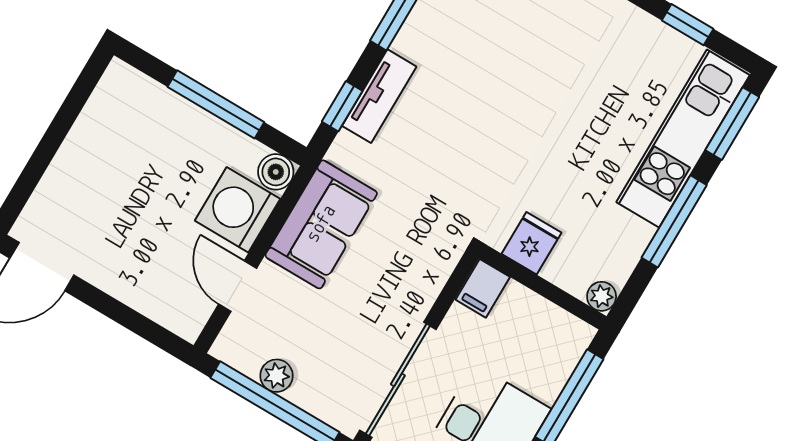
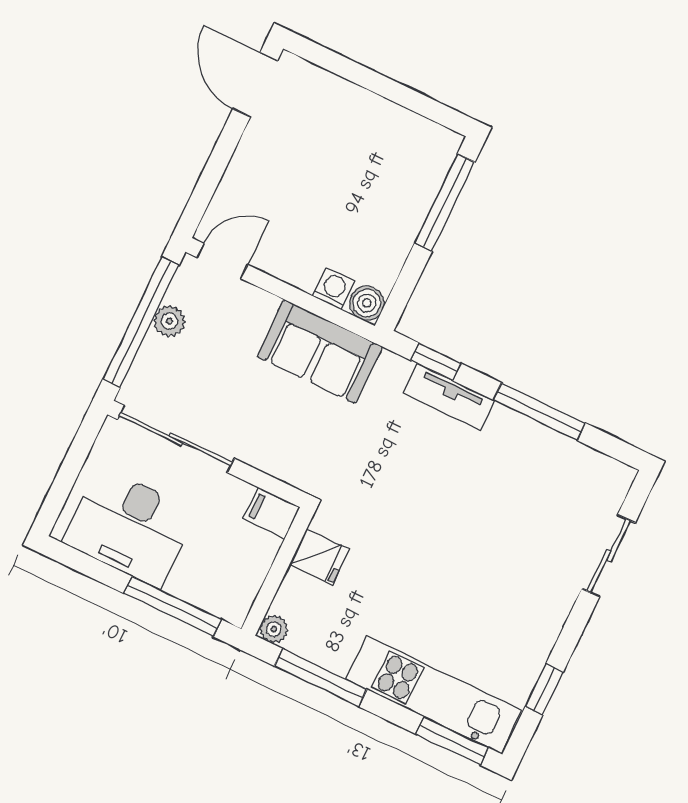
window: (216, 104) -> (445, 203), moved
washing machine: (238, 210) -> (333, 288), width x0.53, depth x0.53
window: (674, 221) -> (321, 678), moved
door: (238, 286) -> (222, 261), moved

